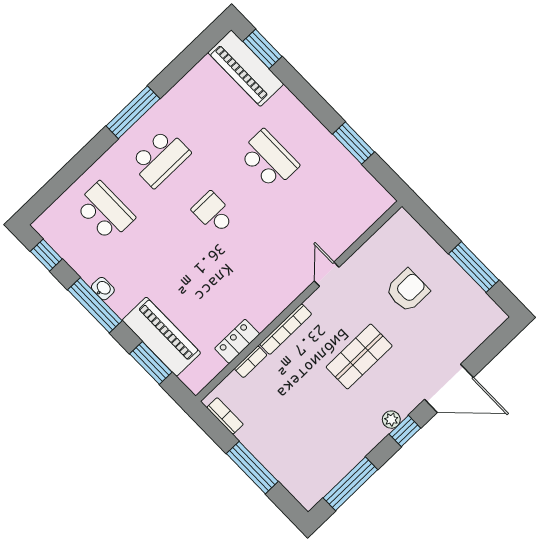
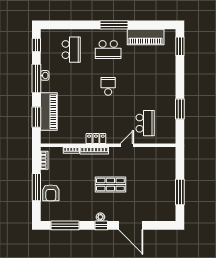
piano: (246, 68) -> (146, 37), moved, turned -90
school desk: (269, 159) -> (145, 123), moved
armchair: (407, 291) -> (51, 193), moved, turned 90
locker: (237, 341) -> (96, 139), moved

